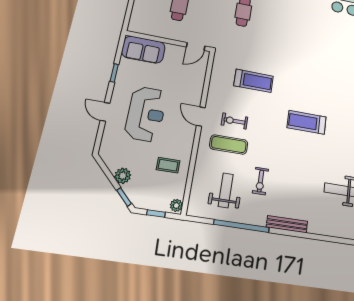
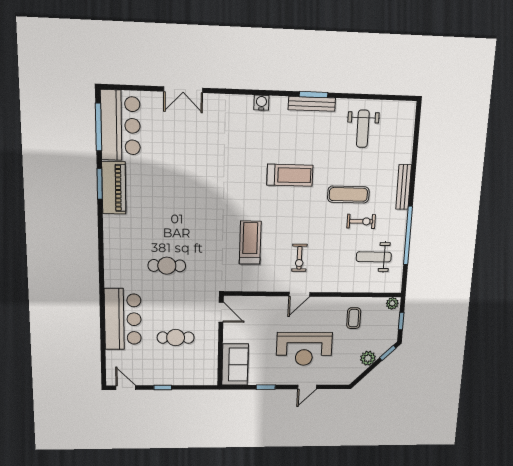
reception desk: (146, 114) -> (304, 349), turned 180
treadmill: (307, 122) -> (290, 175), turned -90
exercise mat: (229, 145) -> (348, 194), moved, turned 90

